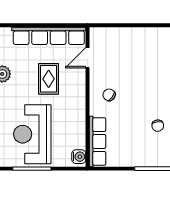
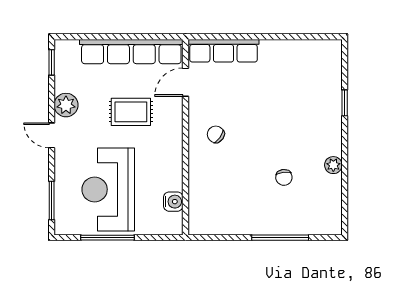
rug: (49, 79) -> (131, 112), turned 90
row of seats: (97, 141) -> (223, 51), moved, turned 90
water cooler: (79, 157) -> (173, 202), moved

